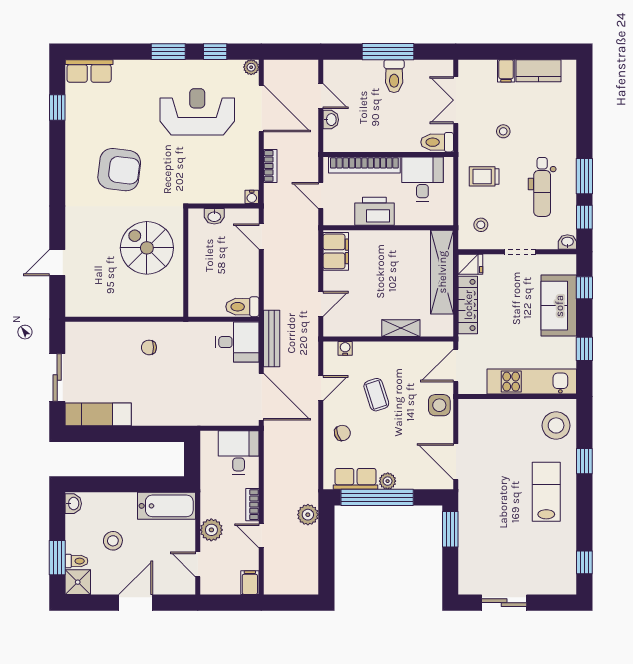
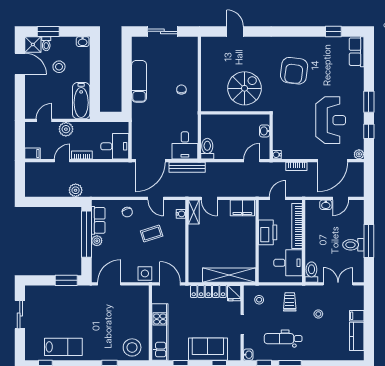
shelving: (401, 328) -> (194, 212), moved
exam couch: (98, 414) -> (139, 81), moved
lab bench: (546, 492) -> (63, 347), moved
door: (136, 603) -> (20, 64), moved

